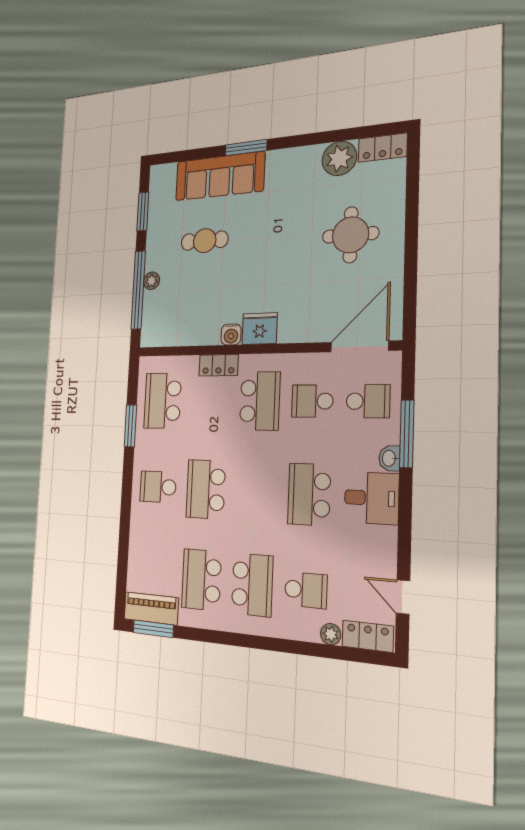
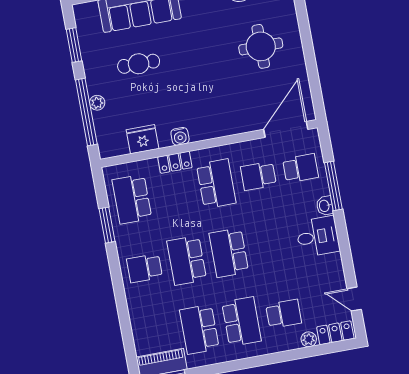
fridge: (260, 329) -> (142, 139), moved
school desk: (309, 494) -> (229, 253), moved

